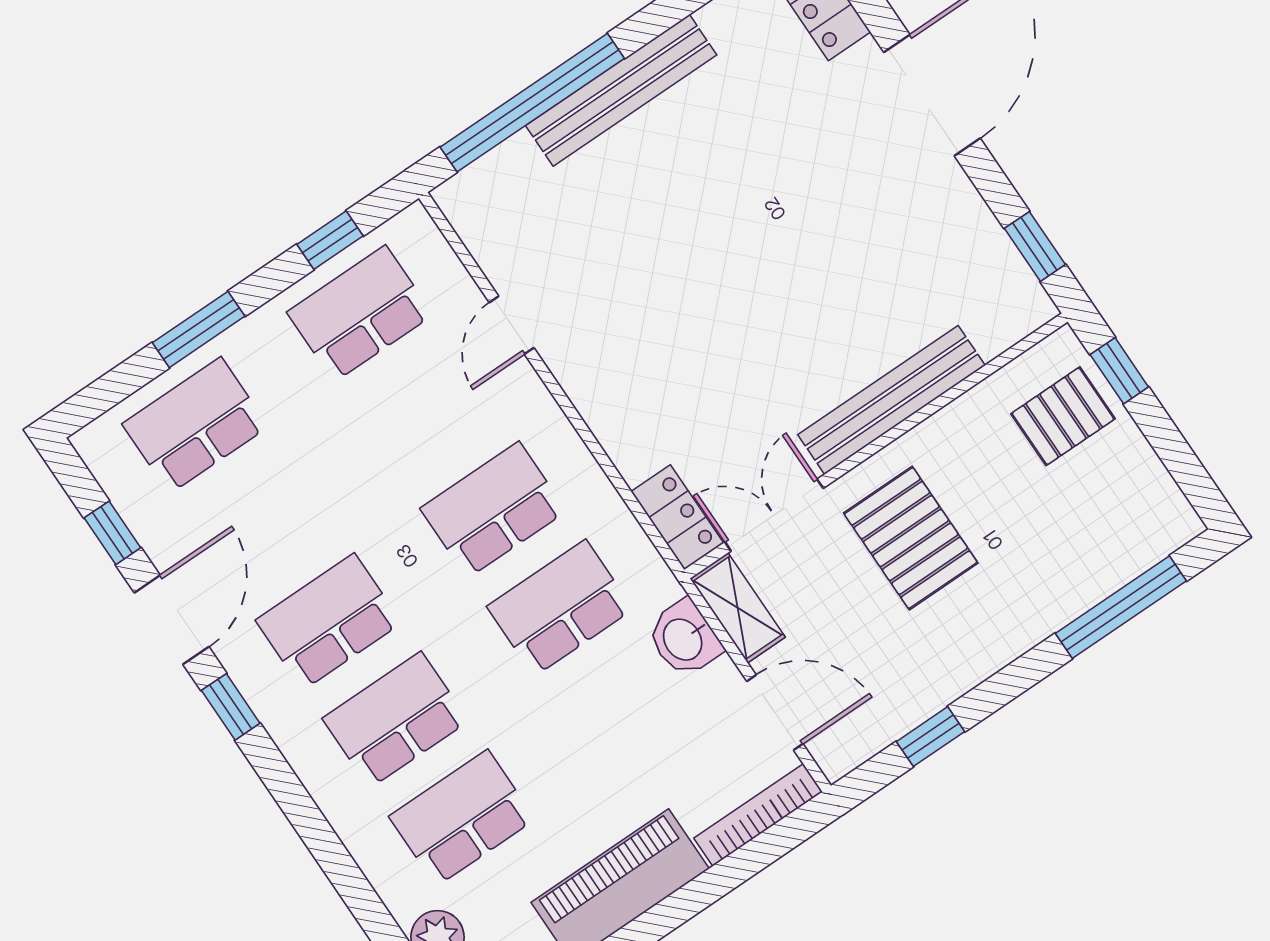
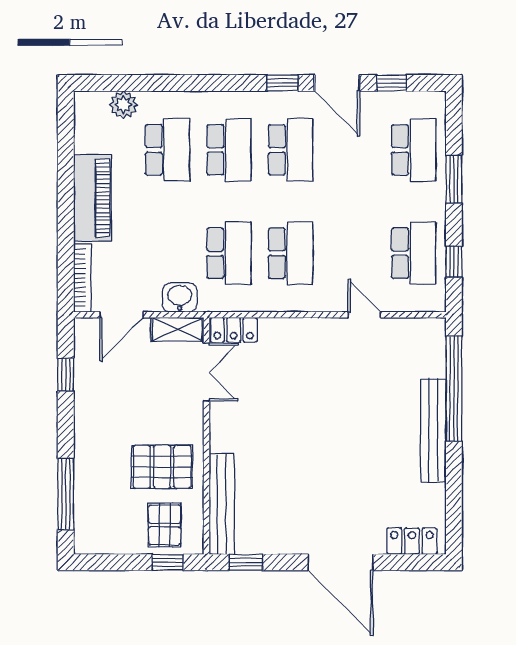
bench: (891, 400) -> (222, 504), moved
pallet: (911, 538) -> (162, 467), moved

